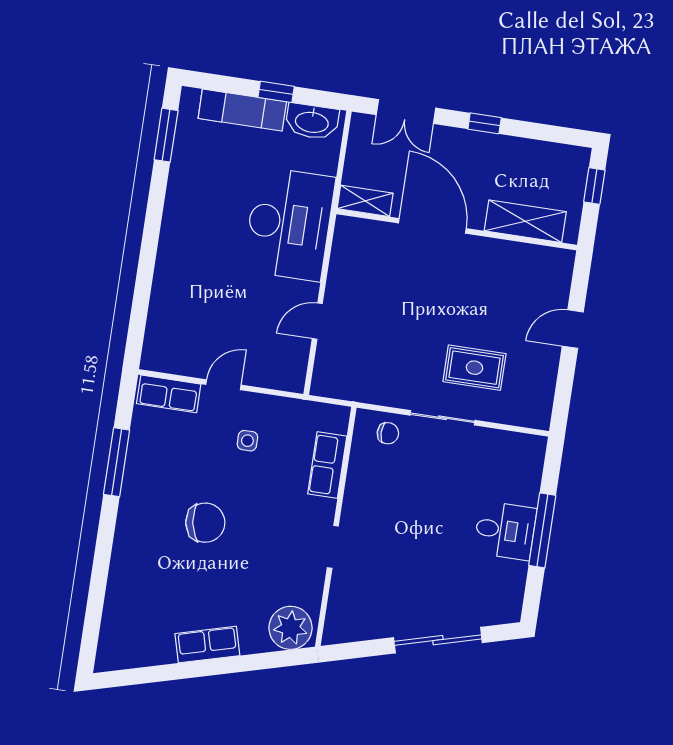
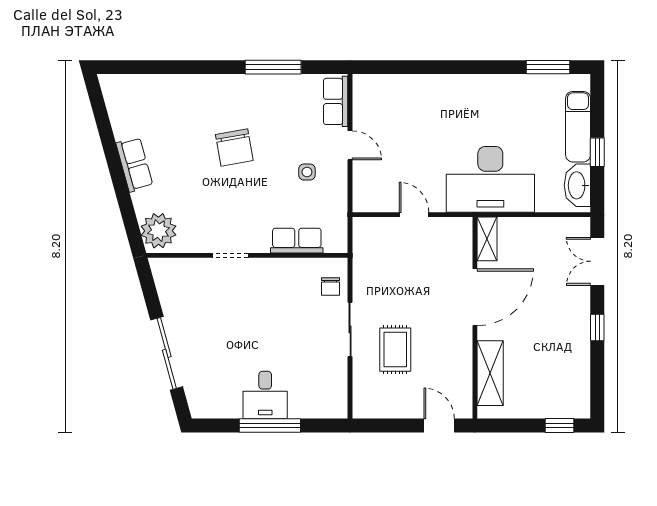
shelving: (365, 201) -> (487, 239), moved
shelving: (525, 221) -> (490, 373), moved
door: (432, 226) -> (475, 297), moved
wall: (457, 230) -> (475, 318), moved

